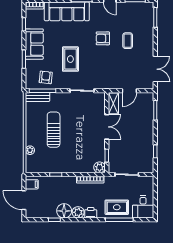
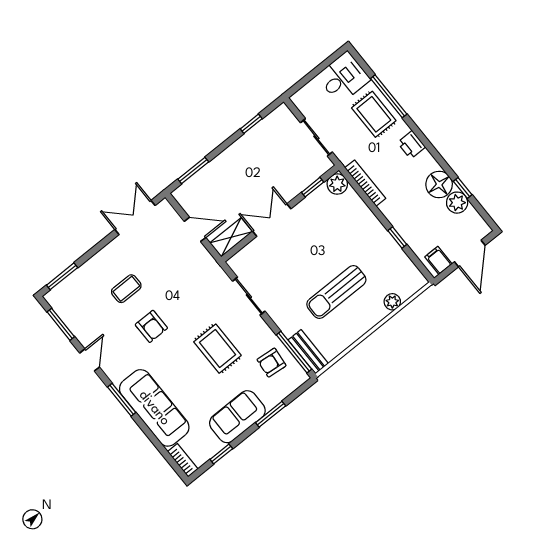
rug: (70, 59) -> (217, 349), turned 90
plant: (78, 212) -> (457, 203), moved

